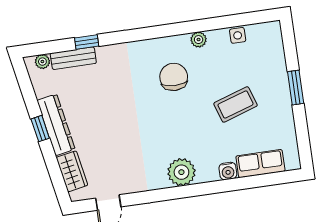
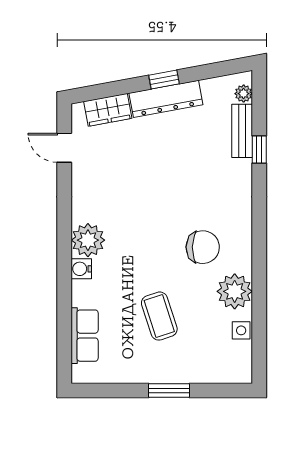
plant: (199, 40) -> (235, 291), width x1.88, depth x1.88
water cooler: (228, 171) -> (81, 269), moved

